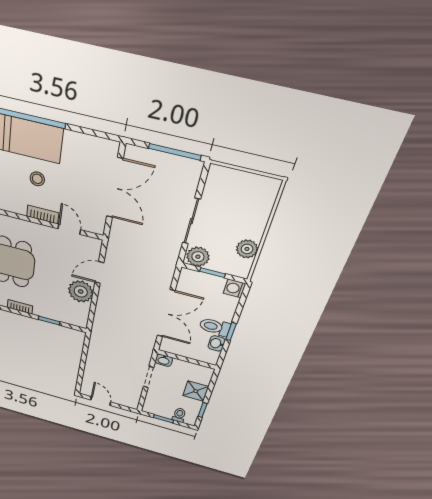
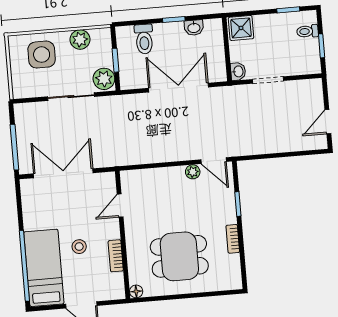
window: (175, 152) -> (14, 147), moved
side table: (247, 208) -> (42, 55), added
bookcase: (43, 215) -> (116, 256), moved
door: (99, 273) -> (214, 161), moved
washing machine: (234, 288) -> (124, 35), removed
plant: (81, 291) -> (193, 172), width x0.53, depth x0.53
toilet: (215, 327) -> (144, 39), moved
shower: (196, 391) -> (241, 28), moved

